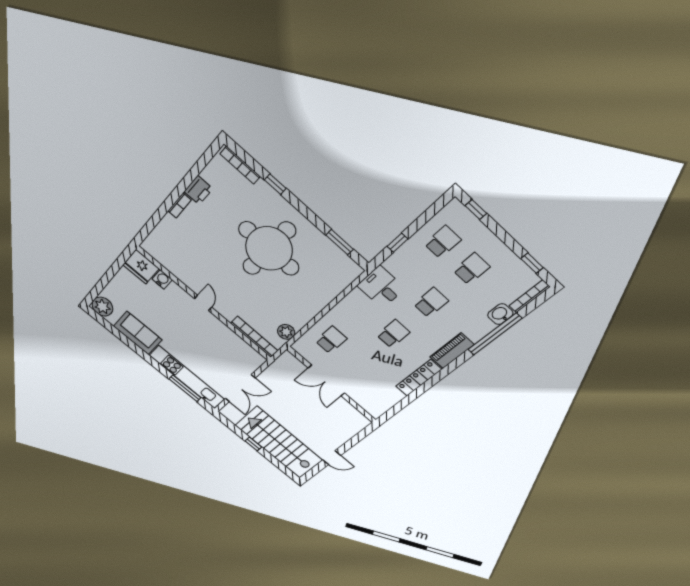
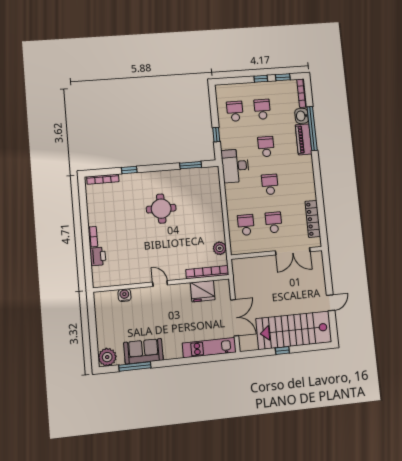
printer: (198, 190) -> (98, 256), moved
window: (476, 209) -> (261, 79), moved
round table: (269, 249) -> (161, 209), width x0.54, depth x0.54
fridge: (141, 267) -> (203, 291), moved
desk: (381, 287) -> (235, 166), width x1.37
piano: (452, 351) -> (304, 139), moved
school desk: (358, 363) -> (274, 222), added
kitchen unit: (187, 377) -> (209, 348), width x0.73
locker: (419, 378) -> (313, 219), moved
double door: (327, 380) -> (293, 251), moved
window: (185, 388) -> (135, 366), moved

